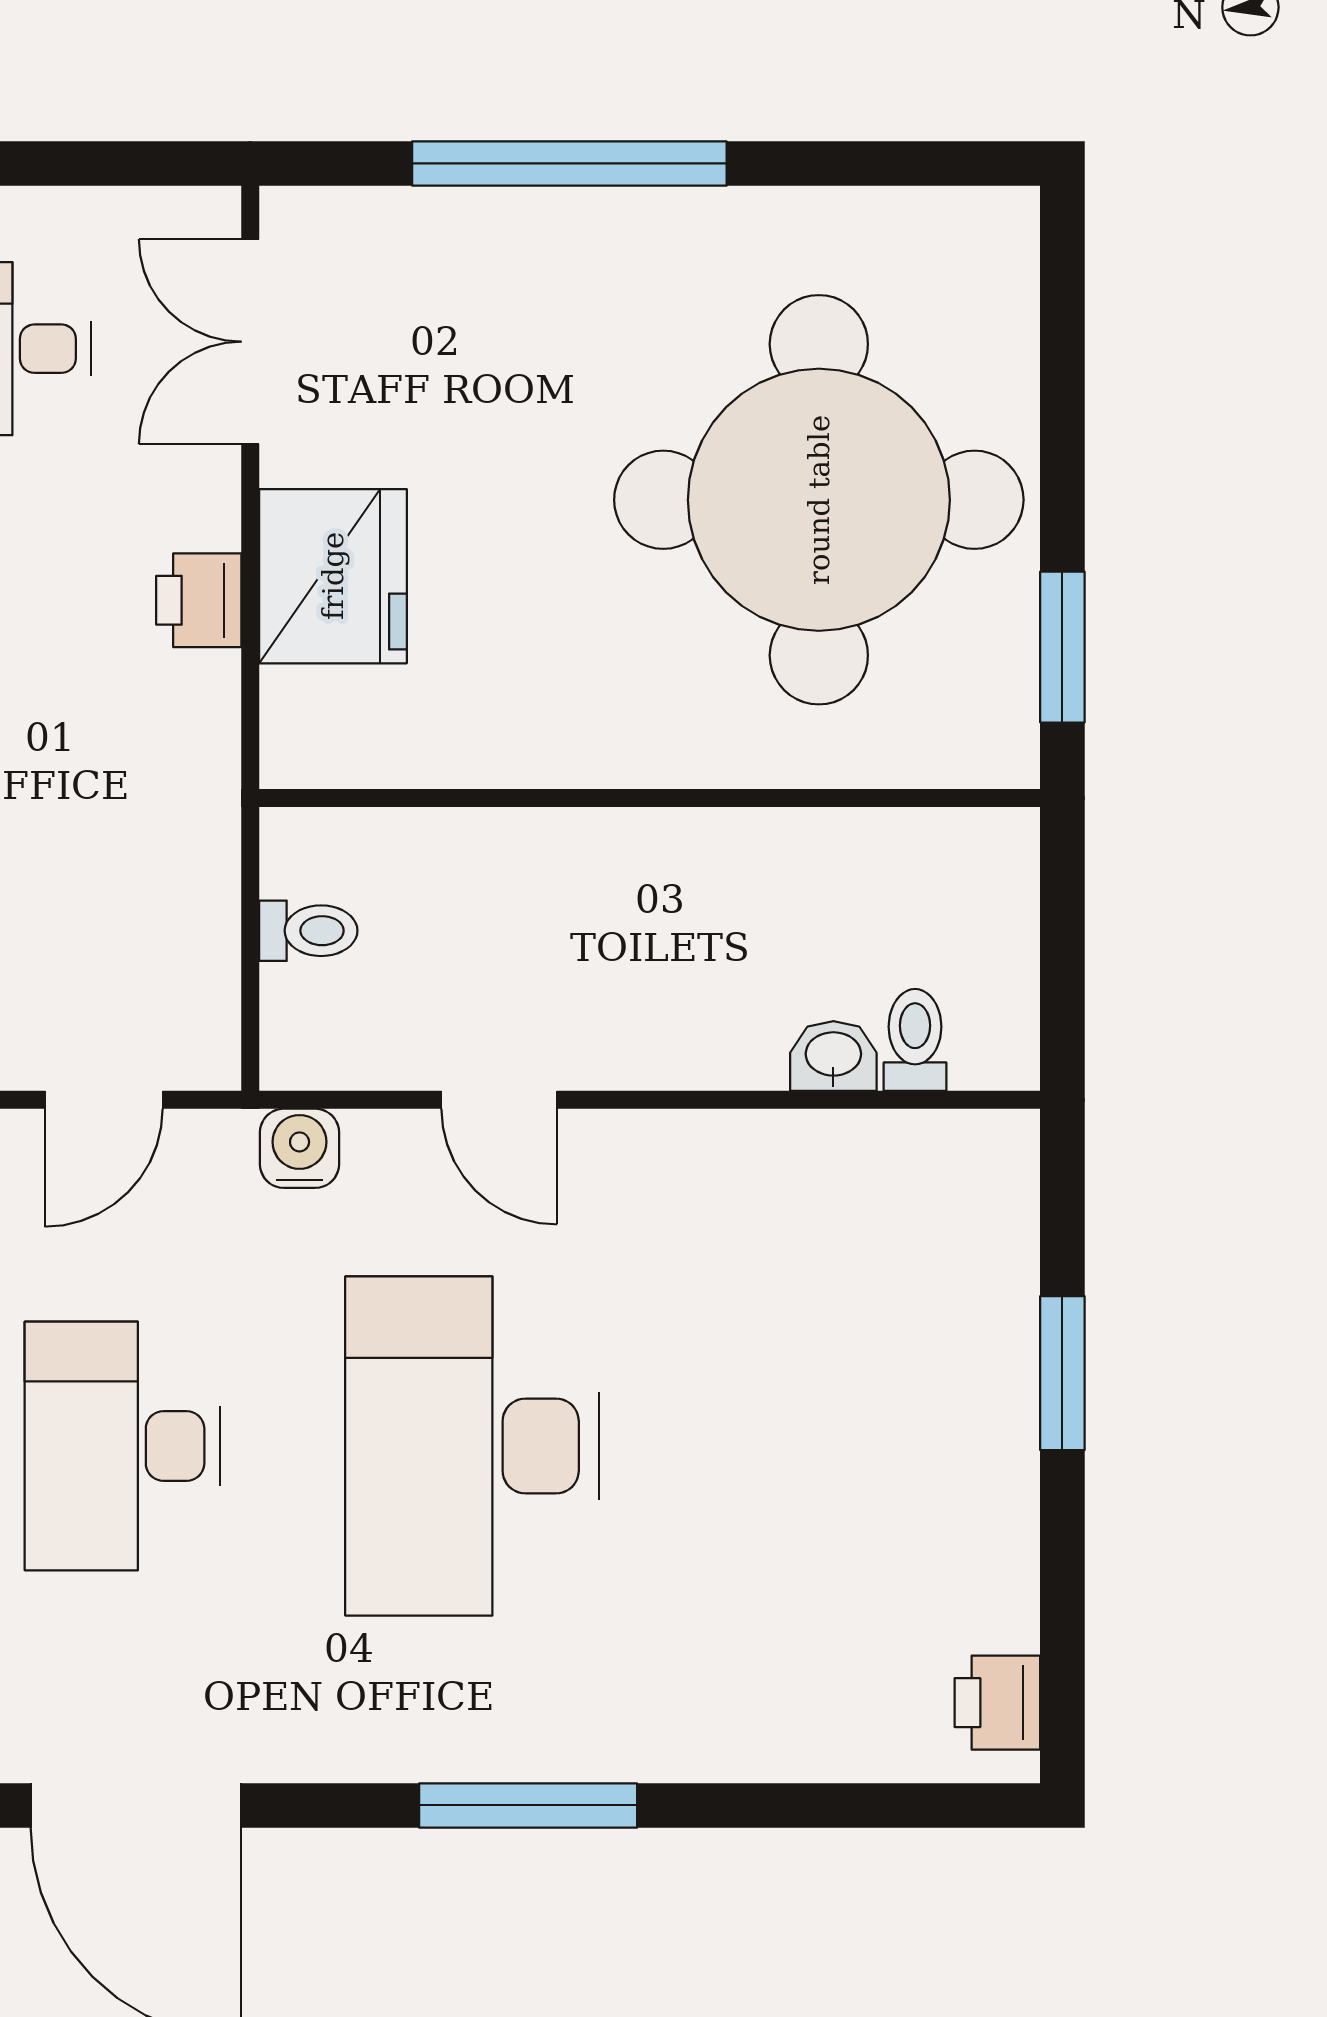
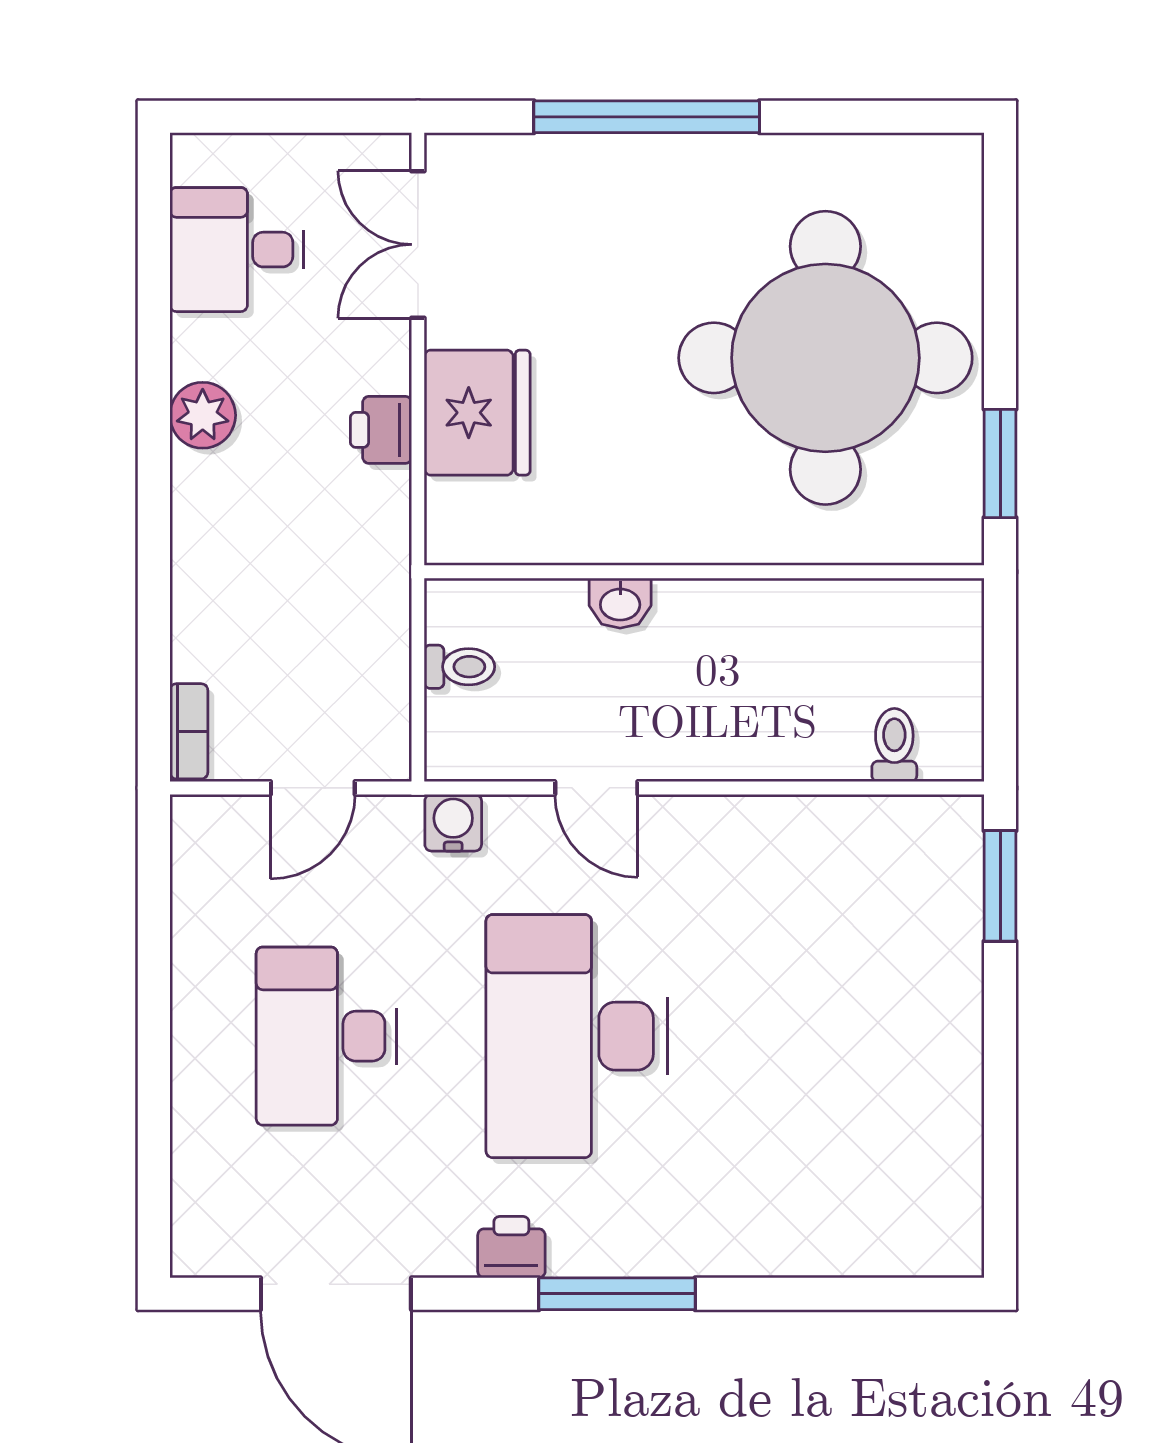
washbasin: (833, 1056) -> (620, 603), moved, turned 180
window: (1062, 1373) -> (1000, 886), moved
printer: (997, 1703) -> (511, 1247), moved, turned 90

